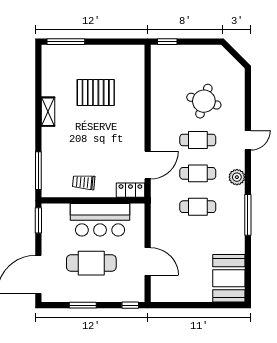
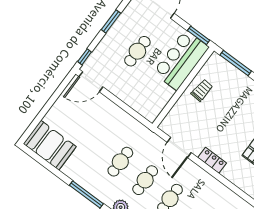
locker: (130, 190) -> (212, 160), moved, turned -90
bar counter: (100, 220) -> (181, 60), moved
door: (148, 262) -> (91, 82), moved
cafe table: (91, 263) -> (137, 51), width x0.73, depth x0.74

